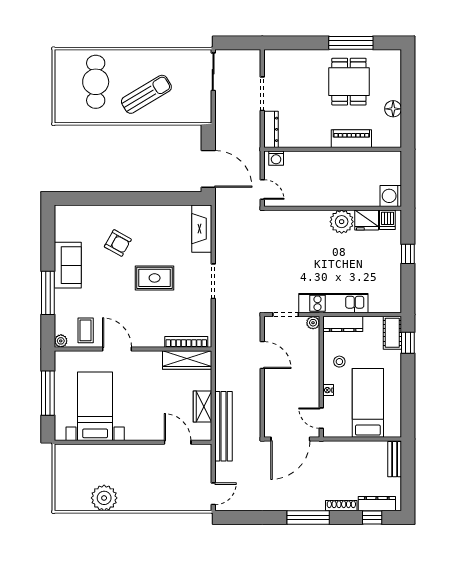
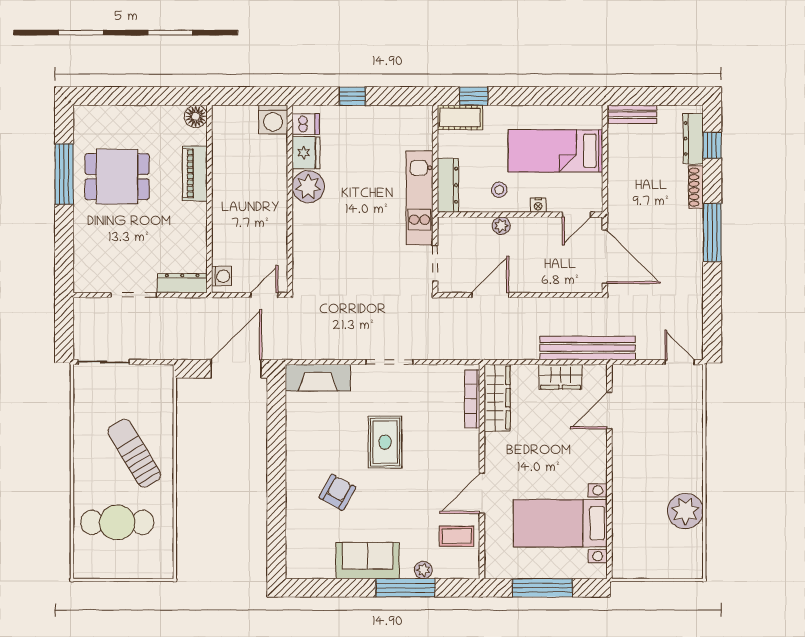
floor lamp: (393, 109) -> (196, 116), moved
plant: (313, 323) -> (501, 226), moved
plant: (61, 341) -> (423, 570), moved

